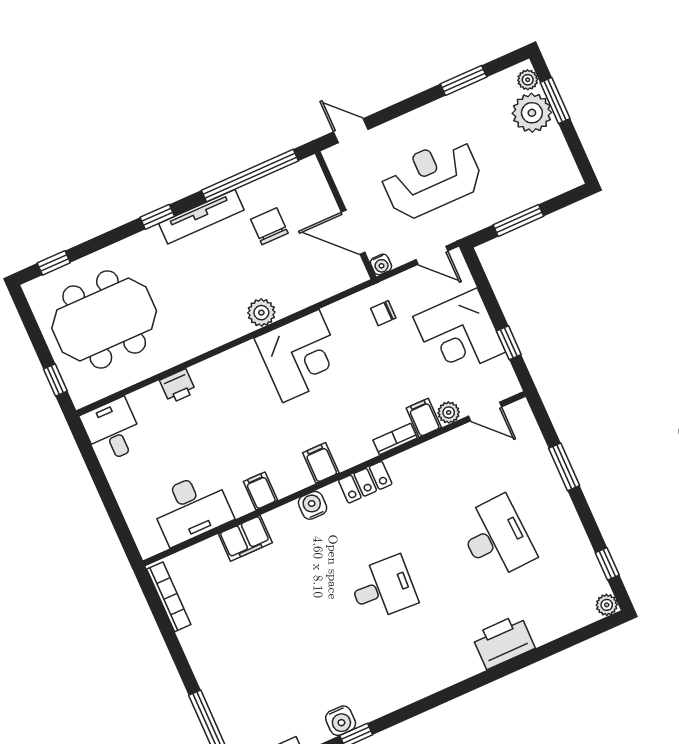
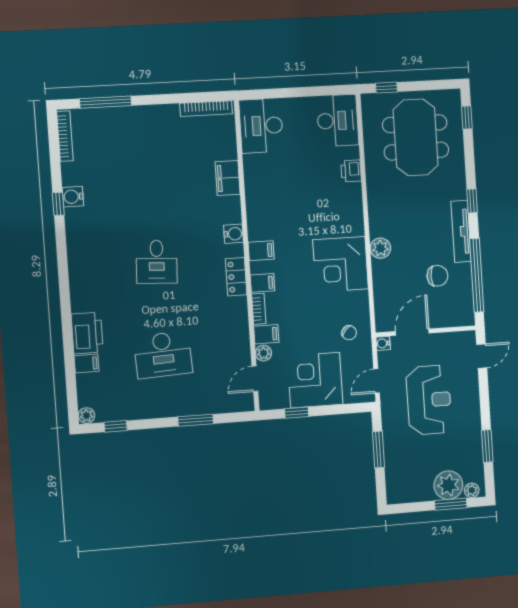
chair: (383, 313) -> (349, 333), turned 132
desk: (112, 430) -> (338, 121), width x1.37
filing cabinet: (260, 491) -> (262, 283), moved
desk: (191, 508) -> (261, 126), moved
filing cabinet: (542, 628) -> (87, 364), added

